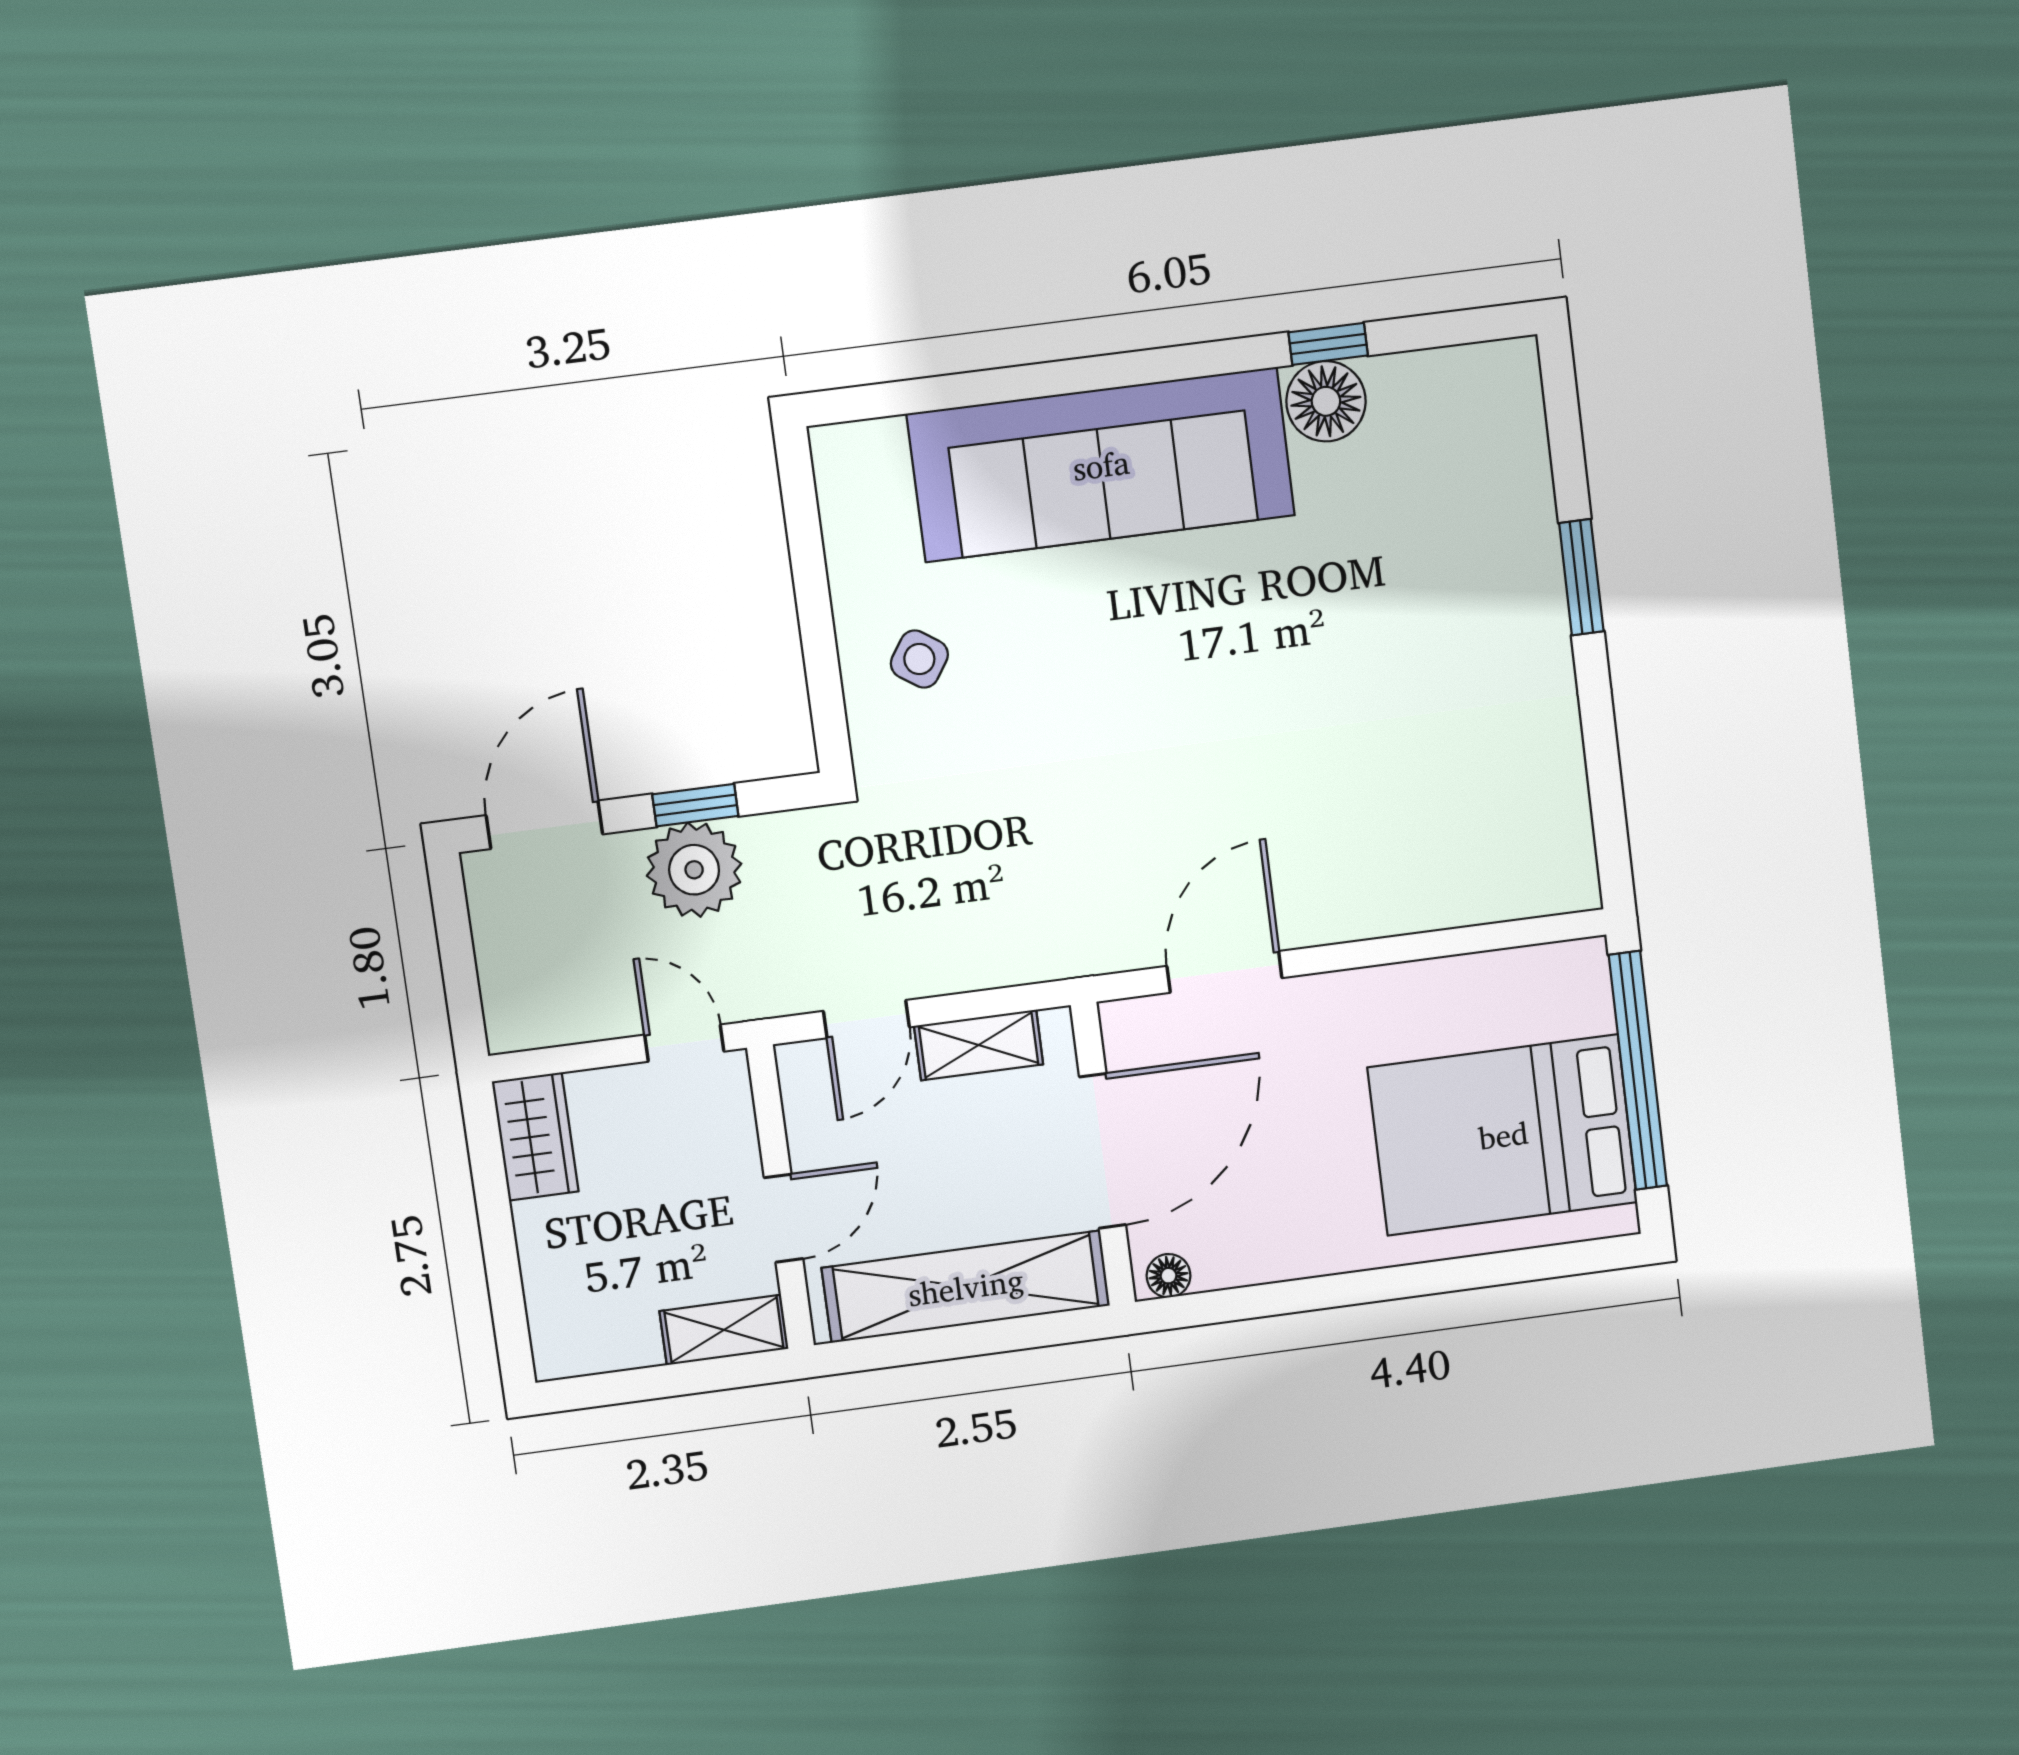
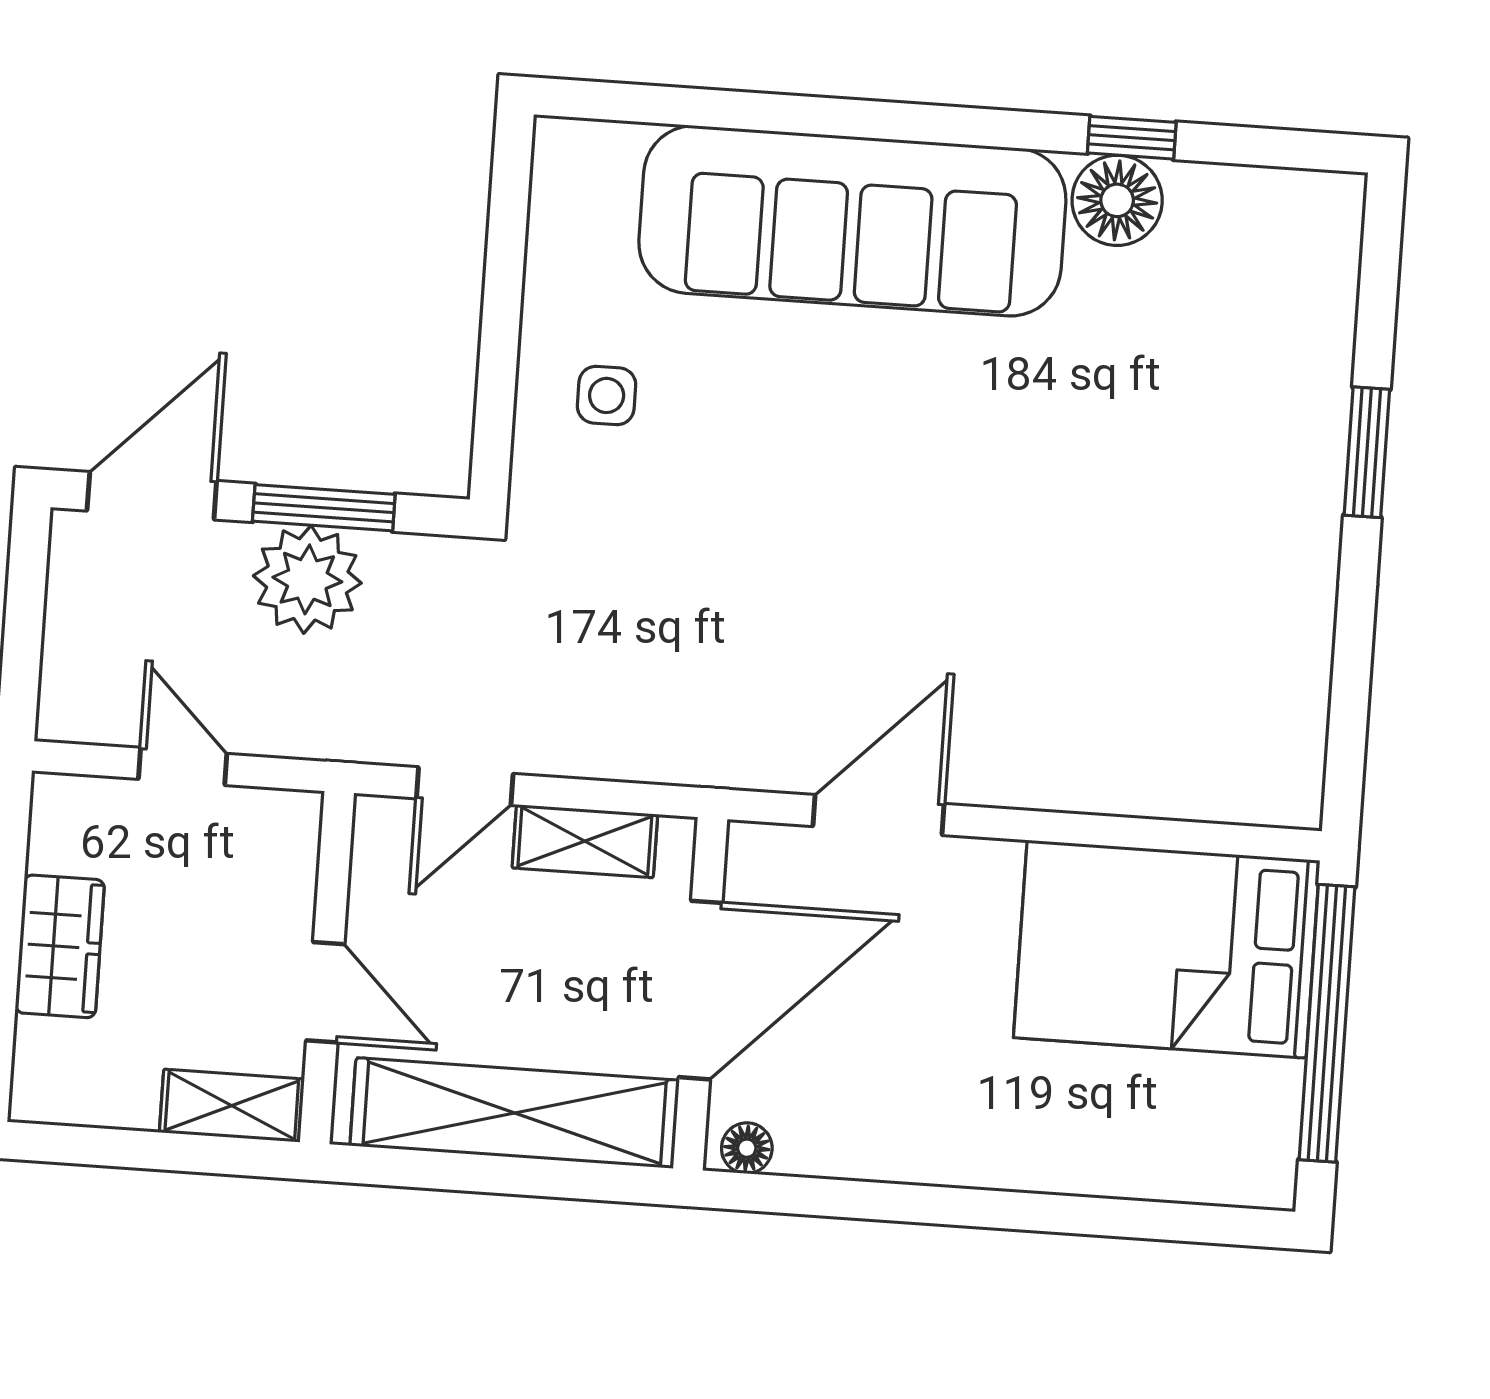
side table: (919, 659) -> (607, 395), turned -34
window: (695, 805) -> (324, 508), width x1.50
door: (684, 1043) -> (183, 766), moved
bed: (1503, 1135) -> (1167, 949), moved
wardrobe: (535, 1136) -> (60, 946), moved
door: (783, 1218) -> (325, 992), hinge flipped

